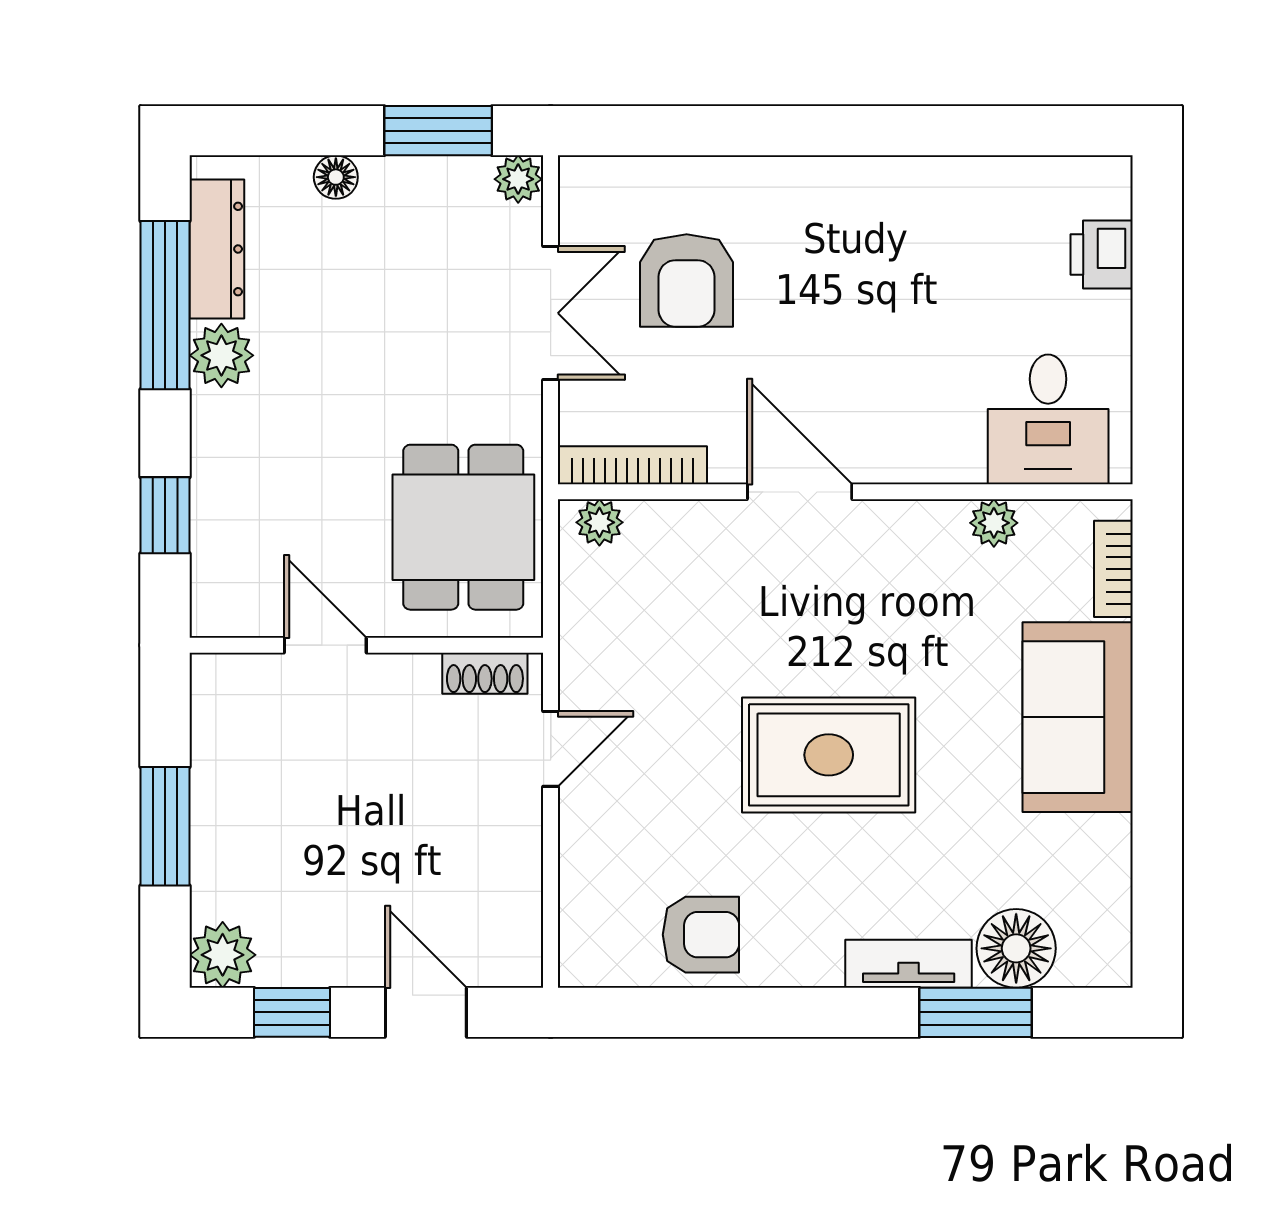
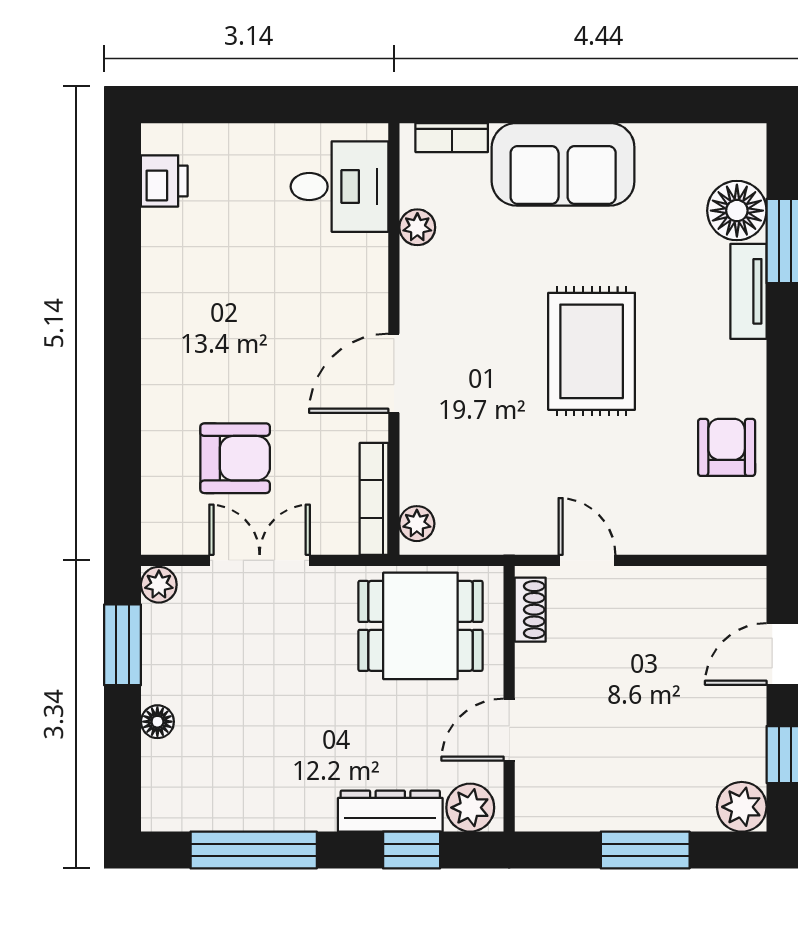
dresser: (217, 249) -> (390, 811), moved
printer: (1102, 254) -> (164, 181), moved, turned -90
plant: (221, 355) -> (470, 808), moved

